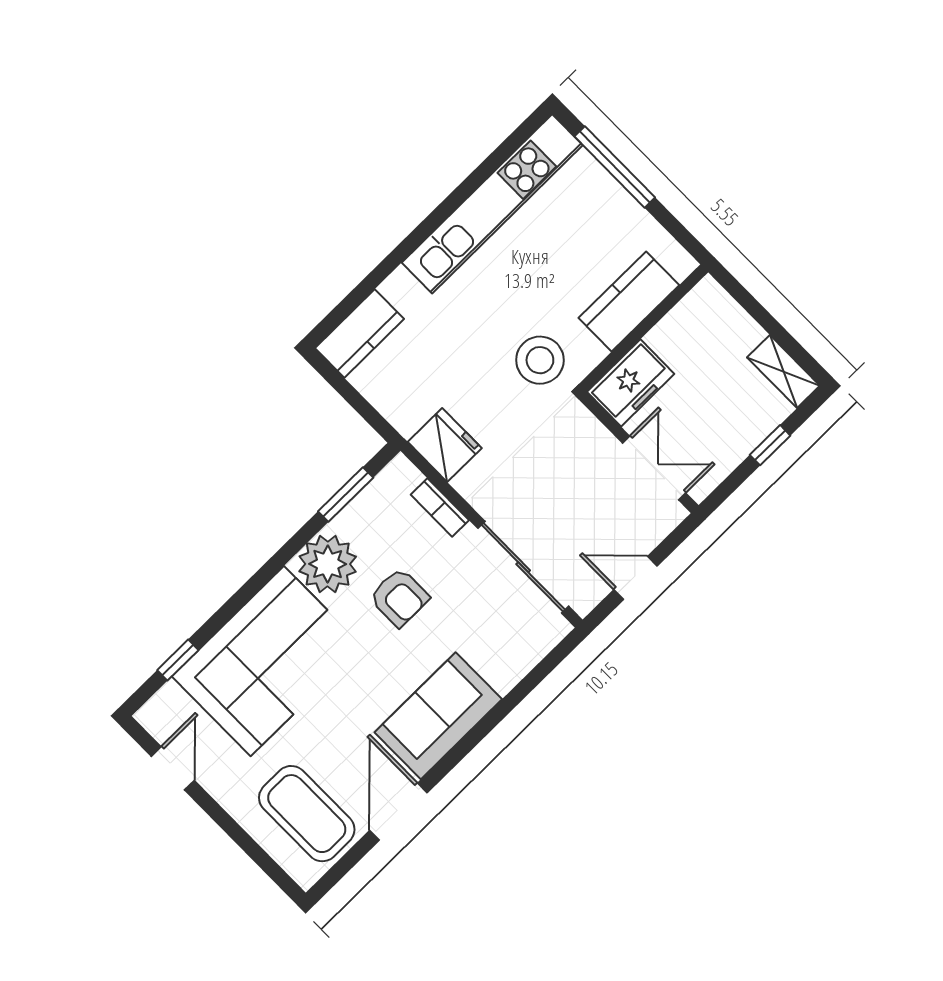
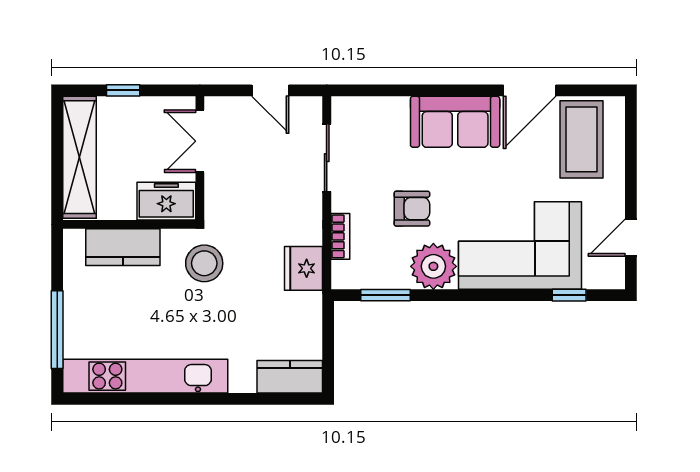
shelving: (783, 371) -> (80, 157), width x2.20, depth x1.33
sliding door: (523, 567) -> (327, 158), width x0.73
armchair: (399, 597) -> (412, 209), turned 90

